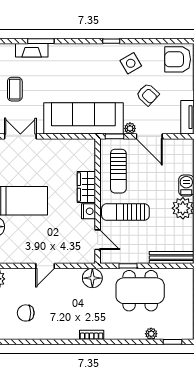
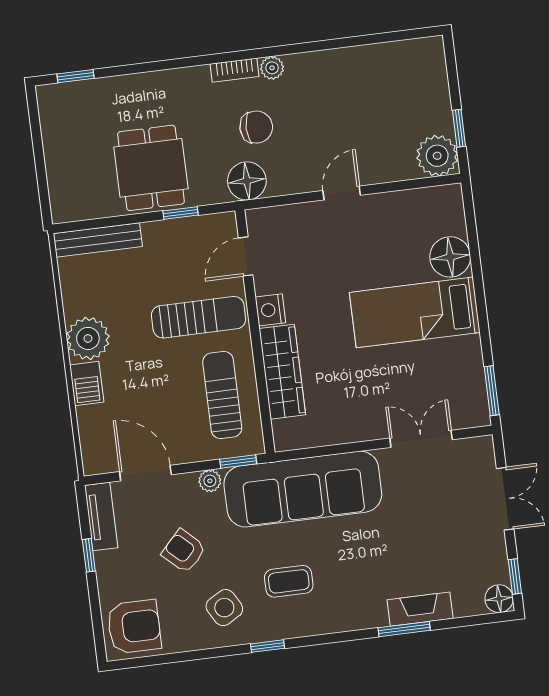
coffee table: (15, 89) -> (289, 581), moved, turned 90
double door: (20, 136) -> (421, 439), swing flipped
door: (149, 136) -> (145, 473), moved
wardrobe: (86, 187) -> (282, 372), width x1.50
door: (98, 240) -> (246, 256), hinge flipped
dining table: (140, 291) -> (151, 168), width x0.73
chair: (26, 313) -> (256, 127), moved
plant: (151, 334) -> (272, 68), moved

